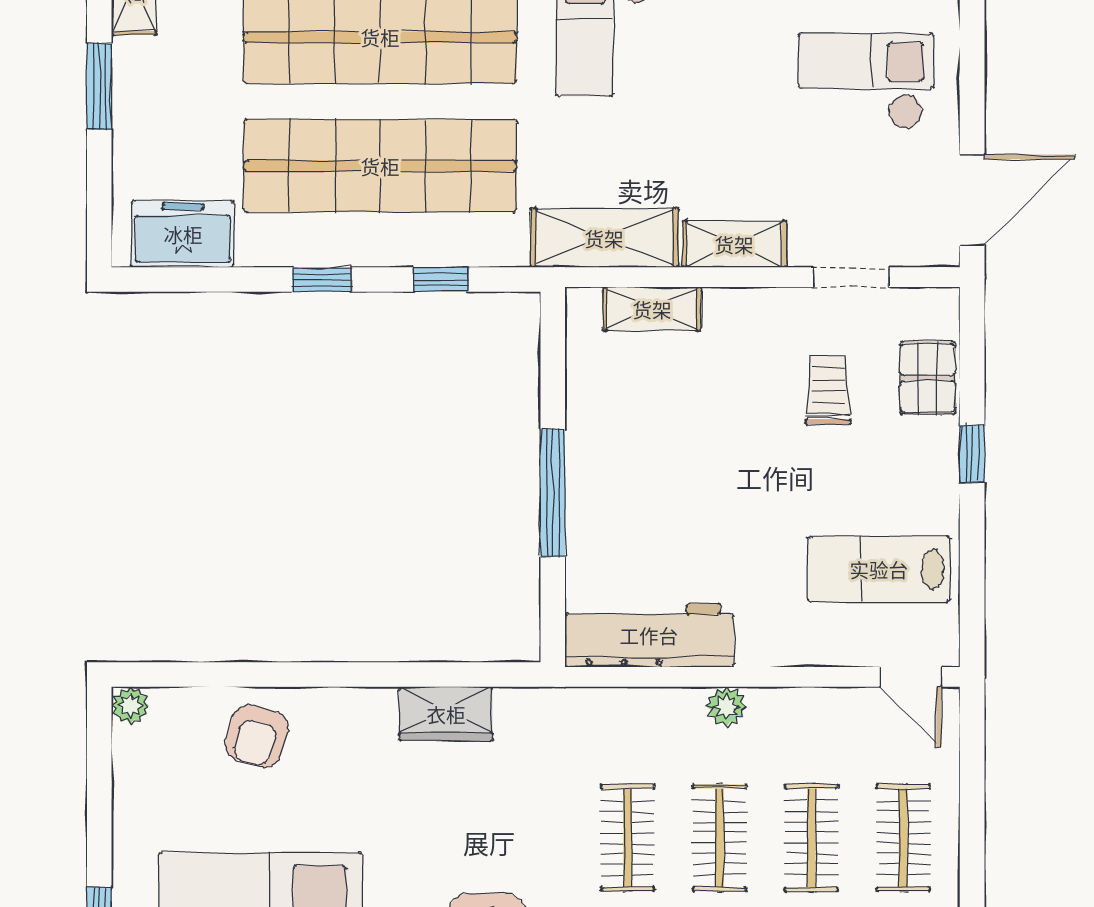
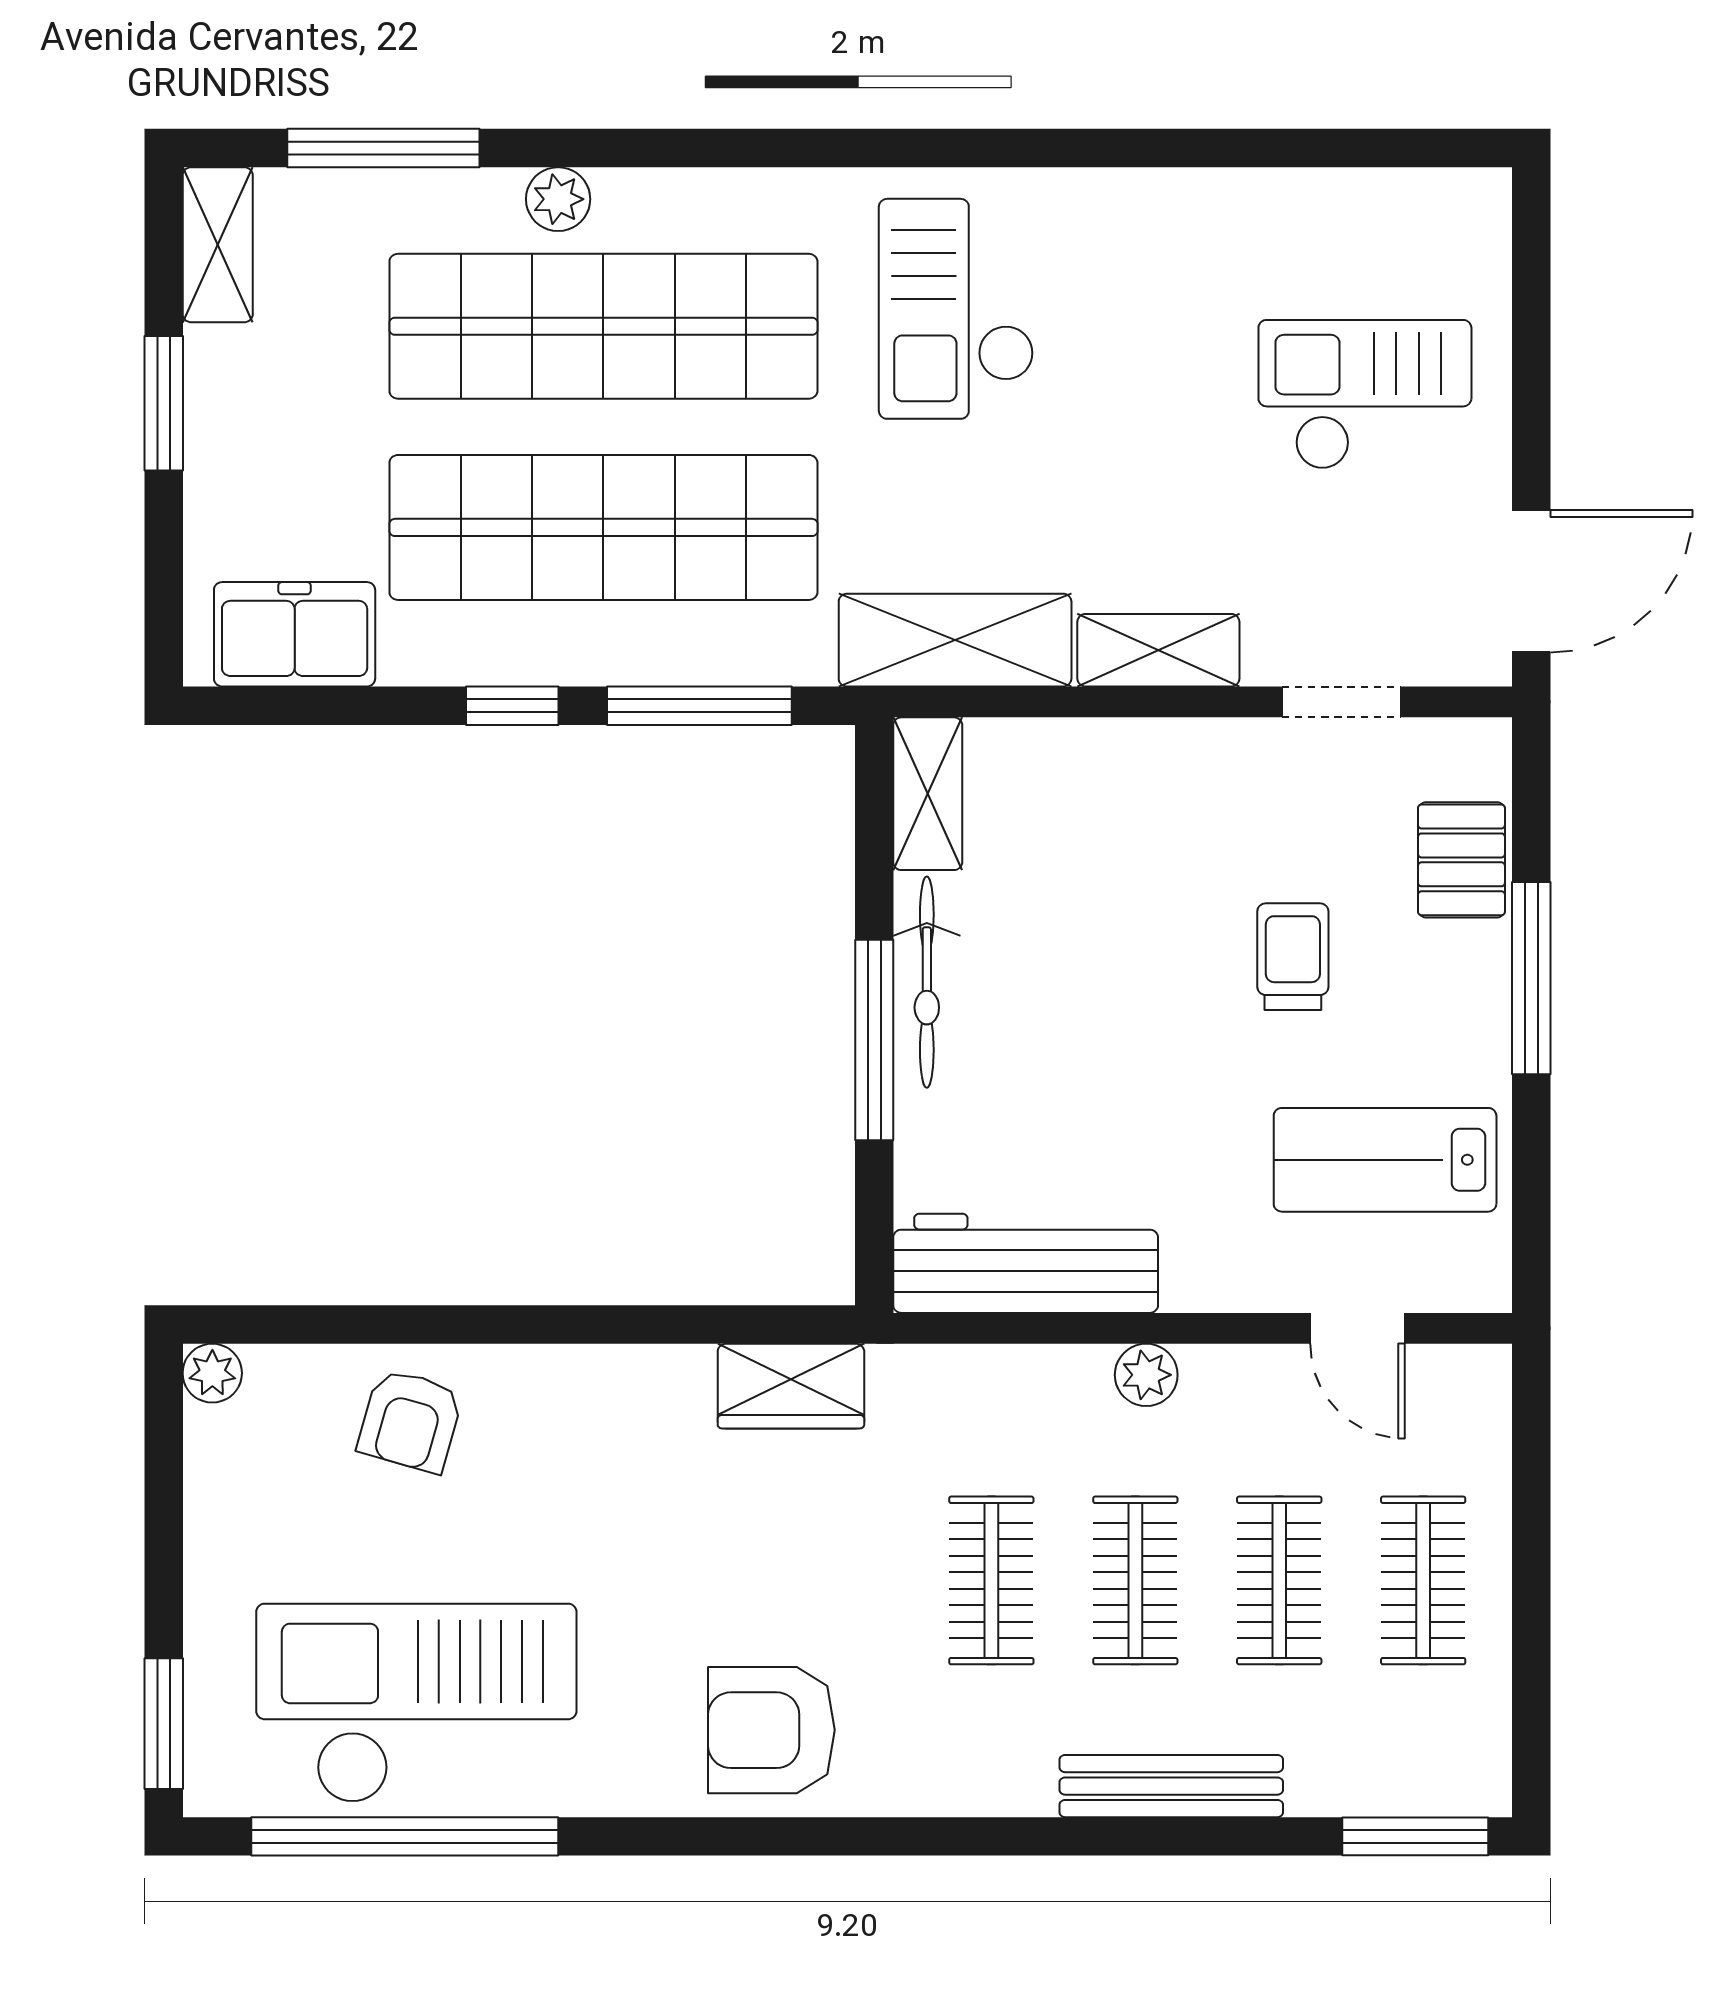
window: (441, 280) -> (699, 706), width x2.17
shelving: (652, 309) -> (928, 794), moved, turned 90
trolley: (828, 390) -> (1293, 957), moved
window: (972, 453) -> (1531, 978), width x2.17
bicycle: (586, 456) -> (927, 982), added
door: (911, 677) -> (1357, 1328), moved
wardrobe: (446, 714) -> (791, 1386), moved

